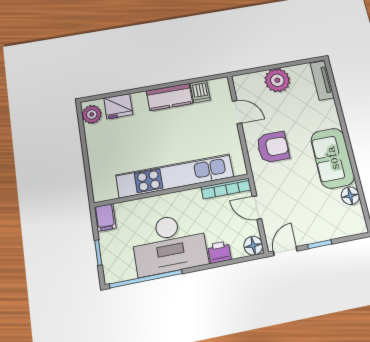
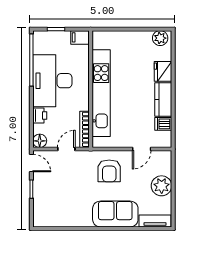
fridge: (118, 106) -> (163, 71), moved
sofa: (333, 158) -> (115, 214), moved
floor lamp: (350, 196) -> (62, 220), removed

